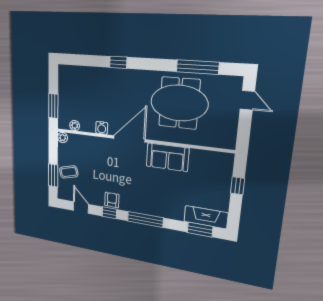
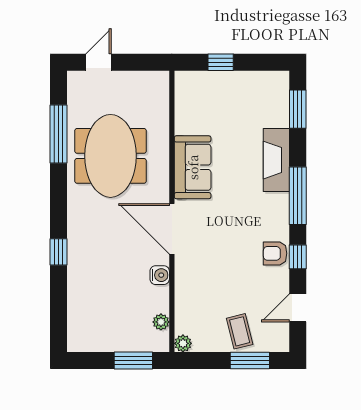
fireplace: (206, 217) -> (276, 160), moved

